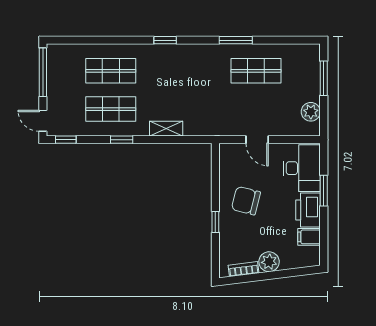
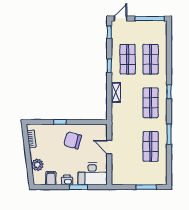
shop shelf: (183, 71) -> (151, 103), added
plant: (311, 112) -> (126, 179), removed
door: (257, 140) -> (109, 147), hinge flipped
chair: (246, 201) -> (73, 140), turned -89
printer: (308, 210) -> (67, 180), width x0.53, depth x0.68
plant: (269, 262) -> (37, 165), moved

